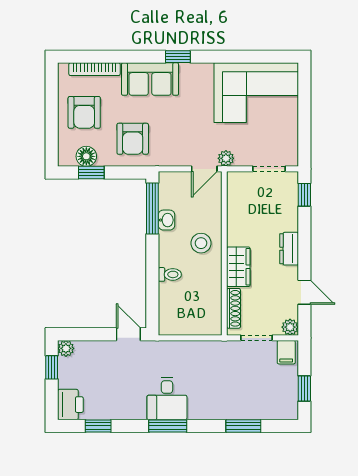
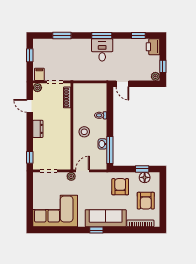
sofa: (150, 79) -> (106, 218), width x1.36
armchair: (84, 112) -> (146, 201), turned 180
wardrobe: (238, 267) -> (65, 119), removed

